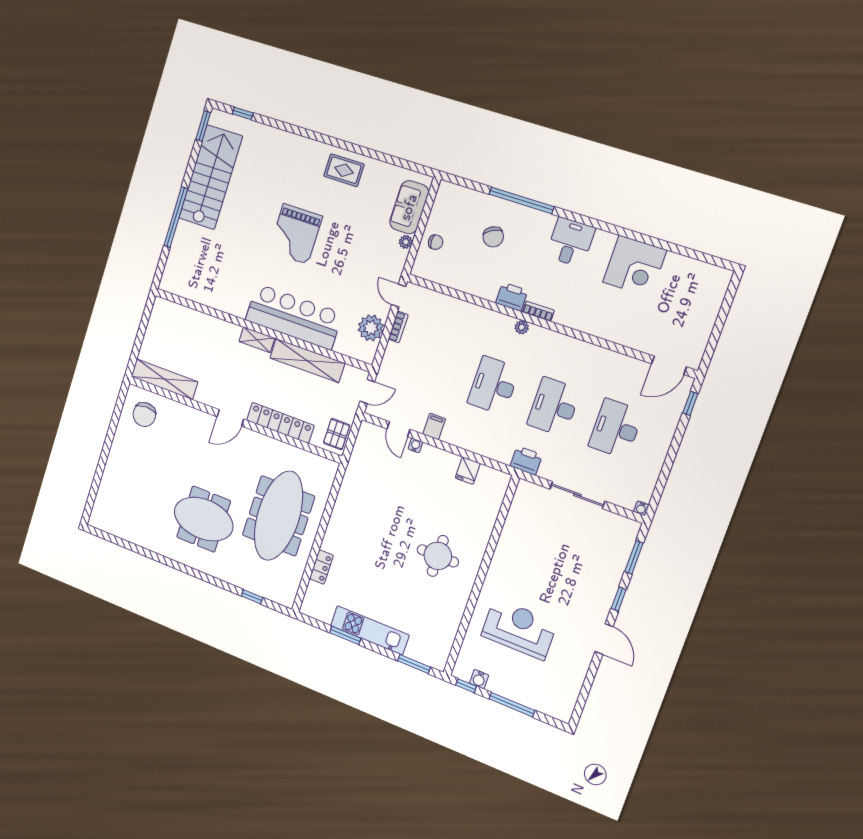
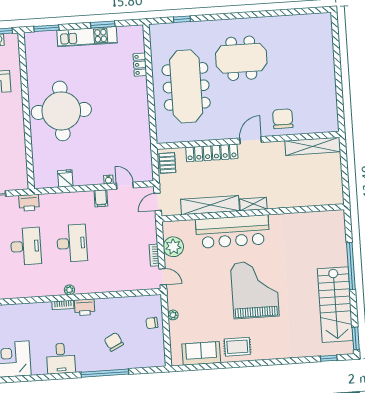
sofa: (409, 207) -> (201, 353), moved, turned -90
grand piano: (295, 234) -> (255, 289), width x1.37, depth x1.48
chair: (144, 415) -> (283, 119), moved
round table: (438, 556) -> (61, 111), width x1.86, depth x1.86

